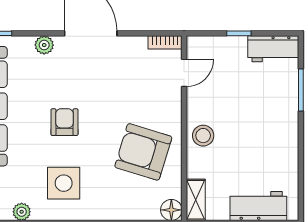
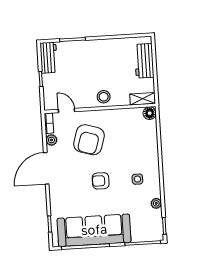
plant: (44, 45) -> (51, 140), moved
armchair: (143, 152) -> (89, 140), moved
side table: (64, 183) -> (137, 179), width x0.54, depth x0.54

